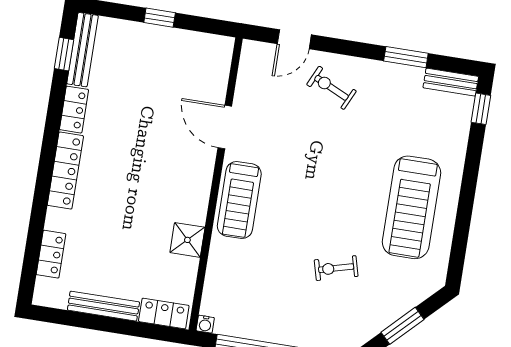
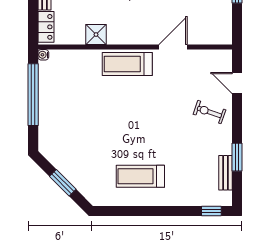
bench: (451, 82) -> (225, 173), moved
exercise bike: (331, 88) -> (209, 112), turned -96
treadmill: (411, 207) -> (140, 176), width x0.73, depth x0.73
exercise bike: (336, 268) -> (93, 134), removed

